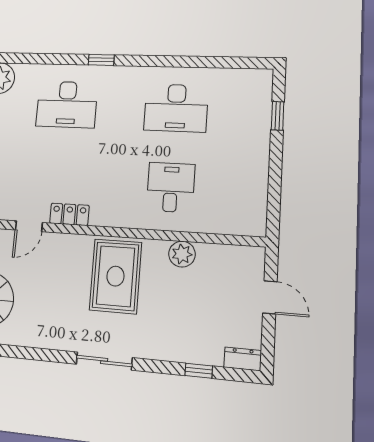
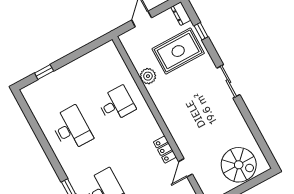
desk: (171, 187) -> (116, 104), turned 180
door: (29, 226) -> (185, 168), swing flipped
rug: (115, 276) -> (178, 51), moved

